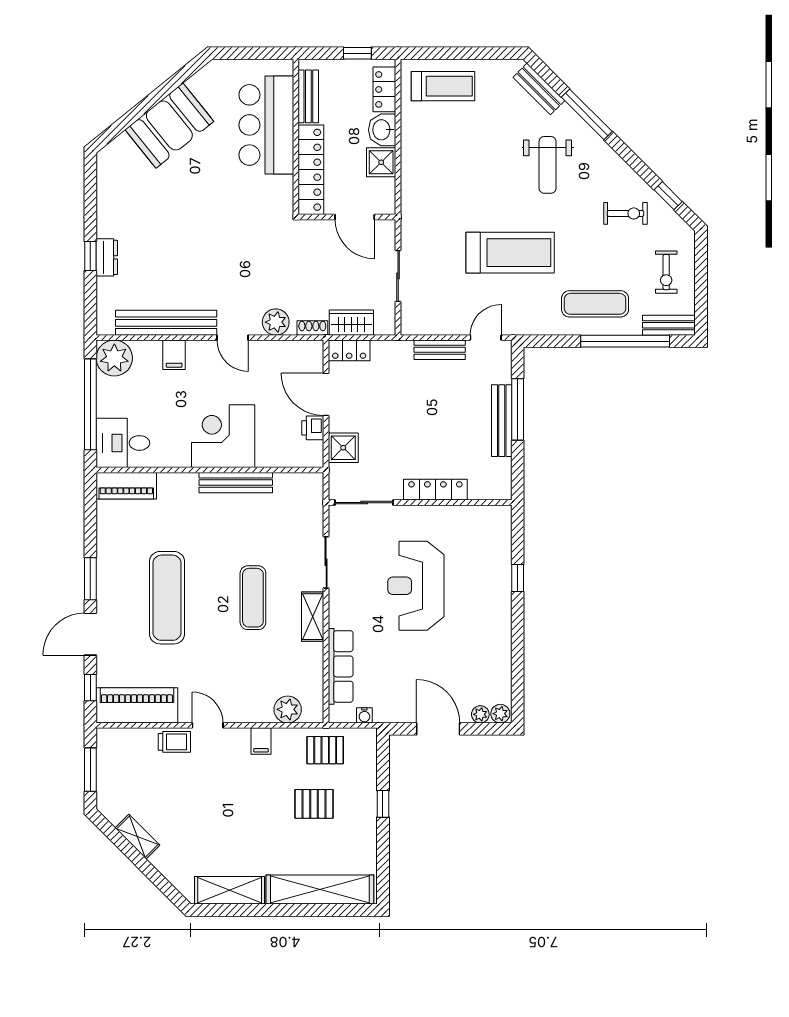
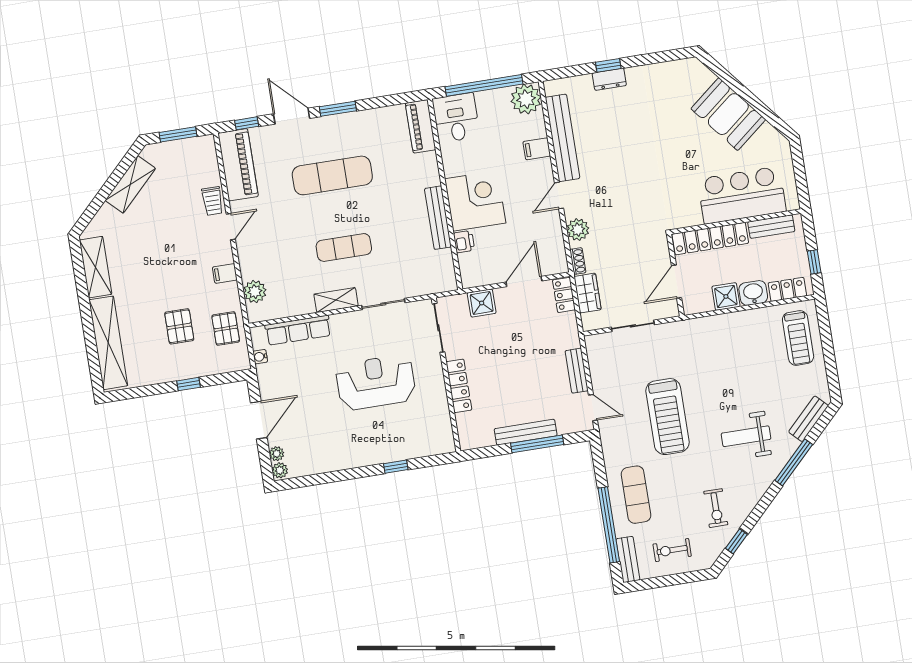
printer: (313, 428) -> (464, 242), moved, turned 90
shelving: (137, 837) -> (130, 184), width x1.50, depth x1.33

